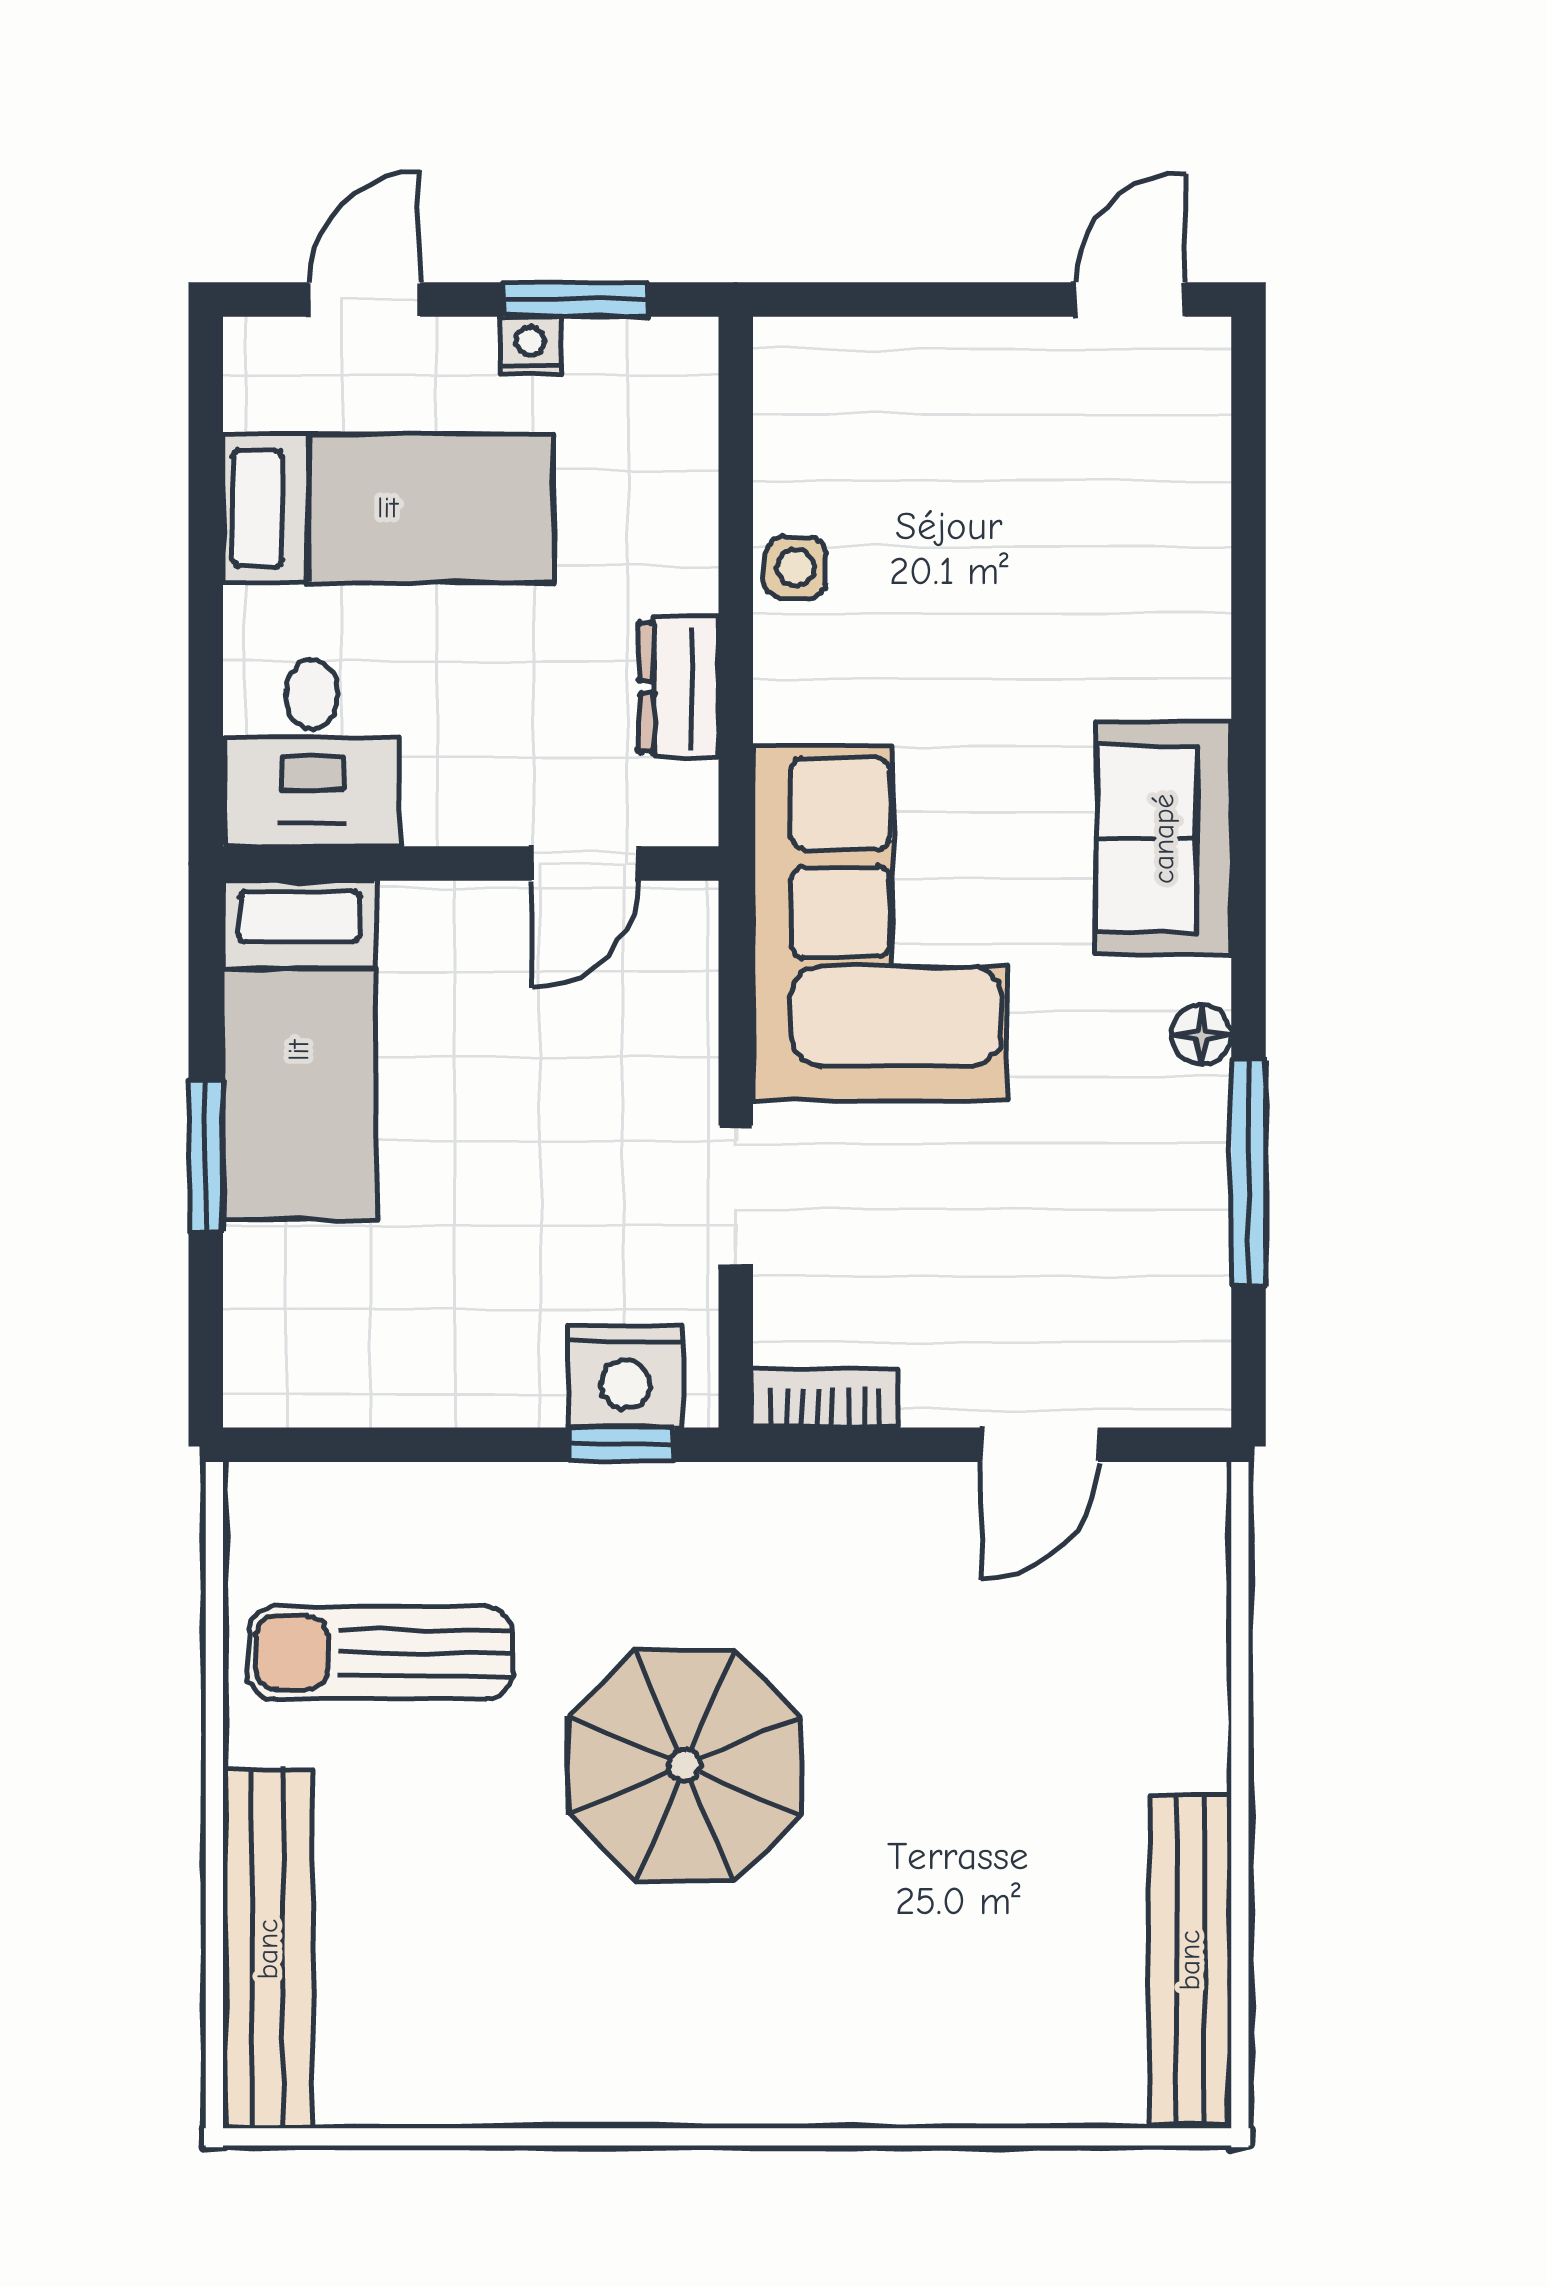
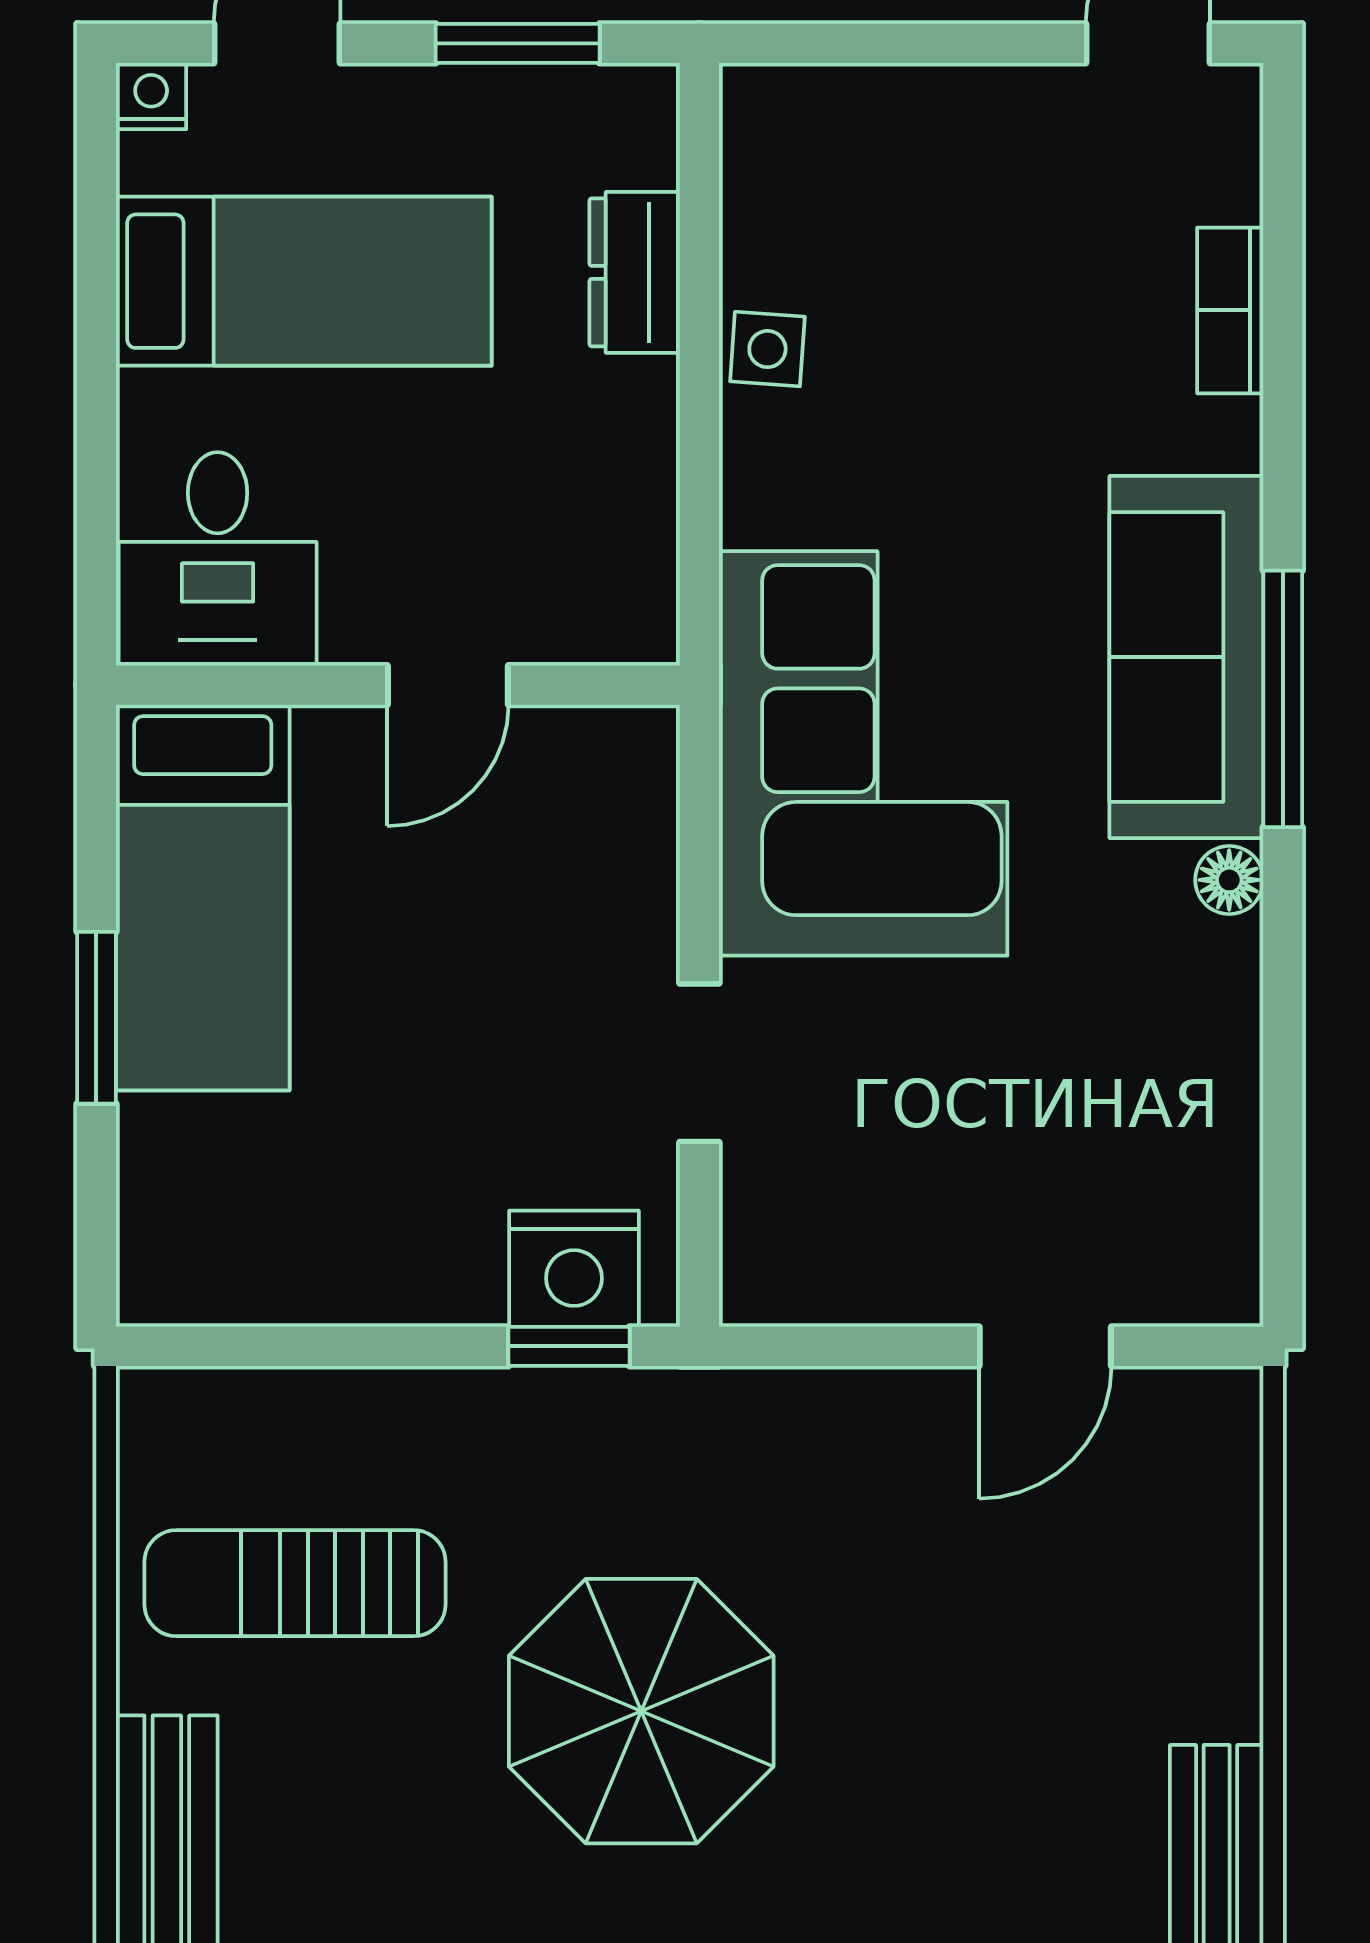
nightstand: (530, 346) -> (151, 96), moved
dresser: (679, 687) -> (635, 272), moved
sofa: (1164, 839) -> (1186, 657), width x1.36
door: (585, 864) -> (448, 685), moved
window: (1248, 1173) -> (1283, 699), moved
bookcase: (826, 1398) -> (1230, 310), moved, turned -90

